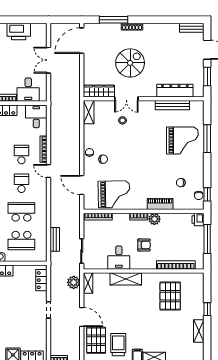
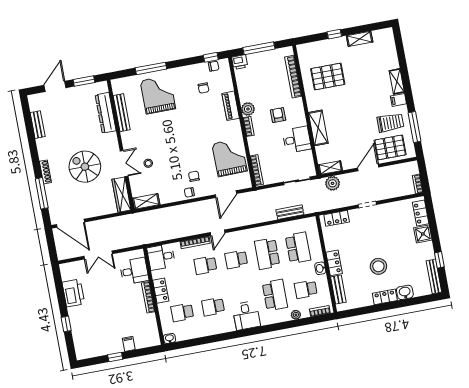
bench: (192, 28) -> (38, 125), moved
trolley: (118, 345) -> (390, 123), turned 180

